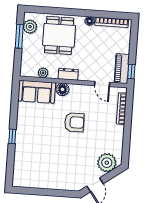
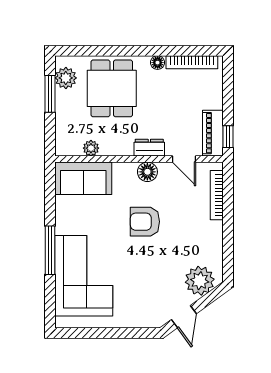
dresser: (68, 74) -> (149, 148), moved
floor lamp: (63, 89) -> (147, 172), moved
armchair: (74, 122) -> (145, 222), turned 180
window: (12, 136) -> (50, 250), width x2.17
corner sofa: (33, 154) -> (84, 276), added

